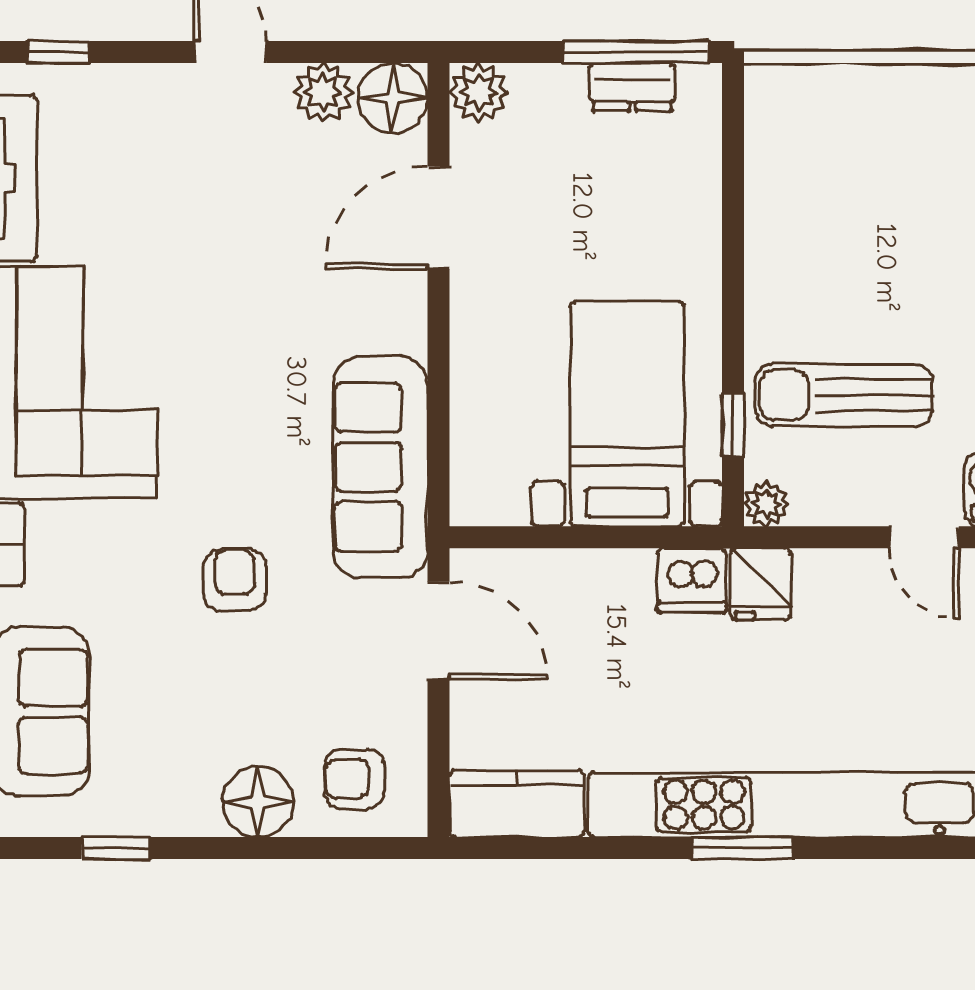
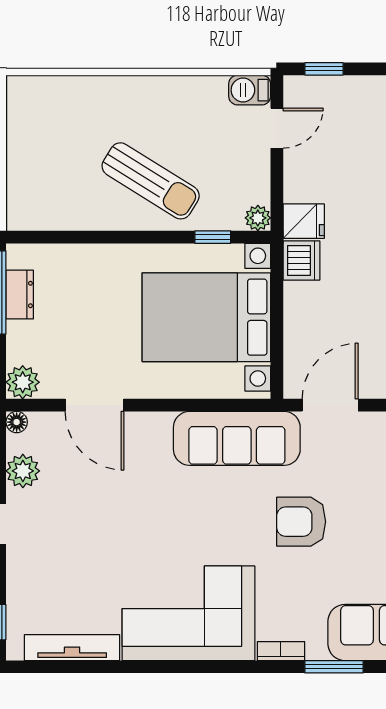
floor lamp: (392, 98) -> (17, 422), width x0.53, depth x0.53
sun lounger: (844, 395) -> (151, 181), moved, turned -58
bed with nightstands: (627, 414) -> (206, 317), width x1.36
armchair: (235, 580) -> (301, 522), width x1.38, depth x1.38

